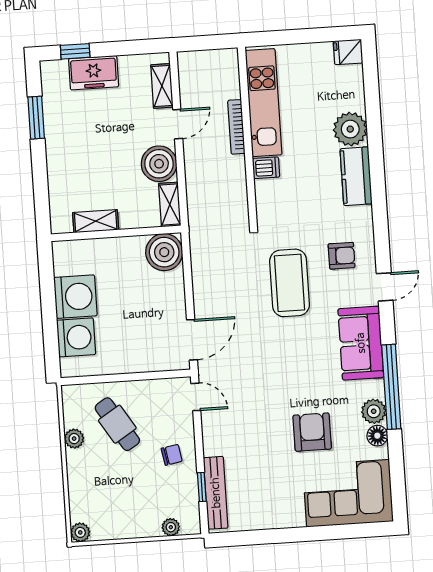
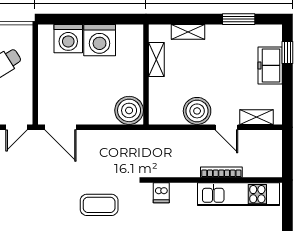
dishwasher: (266, 168) -> (161, 193), moved
shelving: (170, 205) -> (188, 32), moved
coffee table: (290, 283) -> (99, 205), width x0.73, depth x0.76

